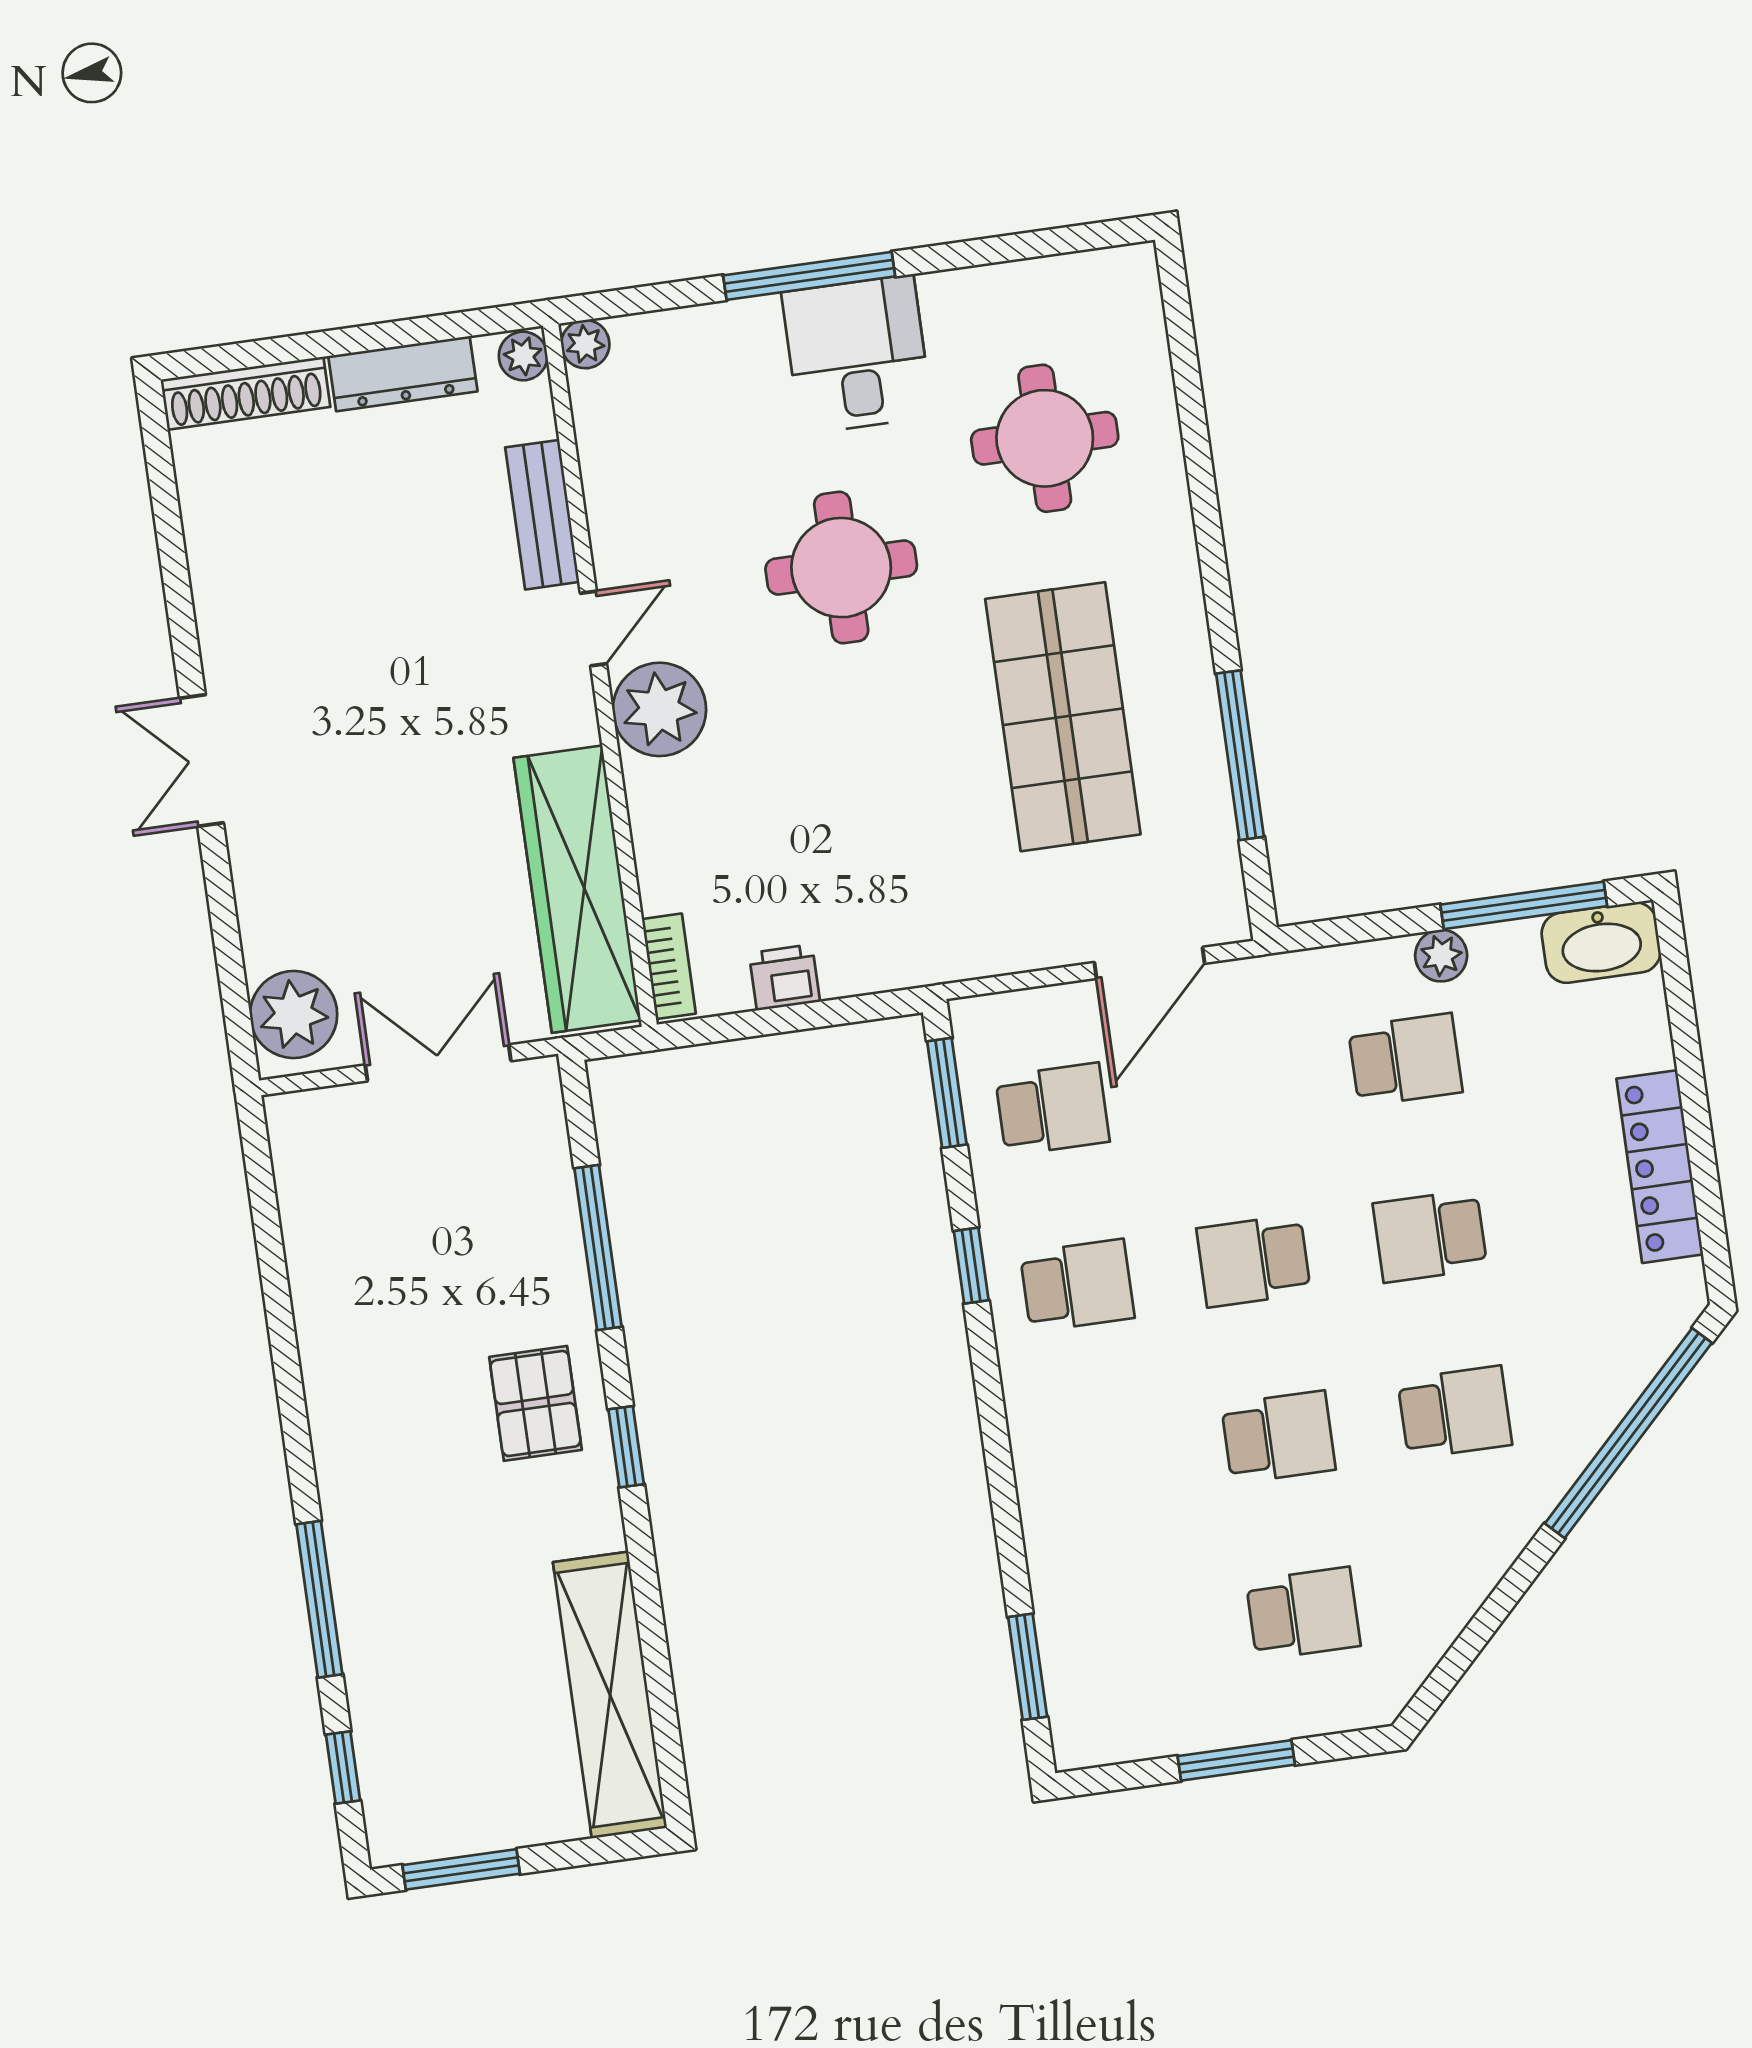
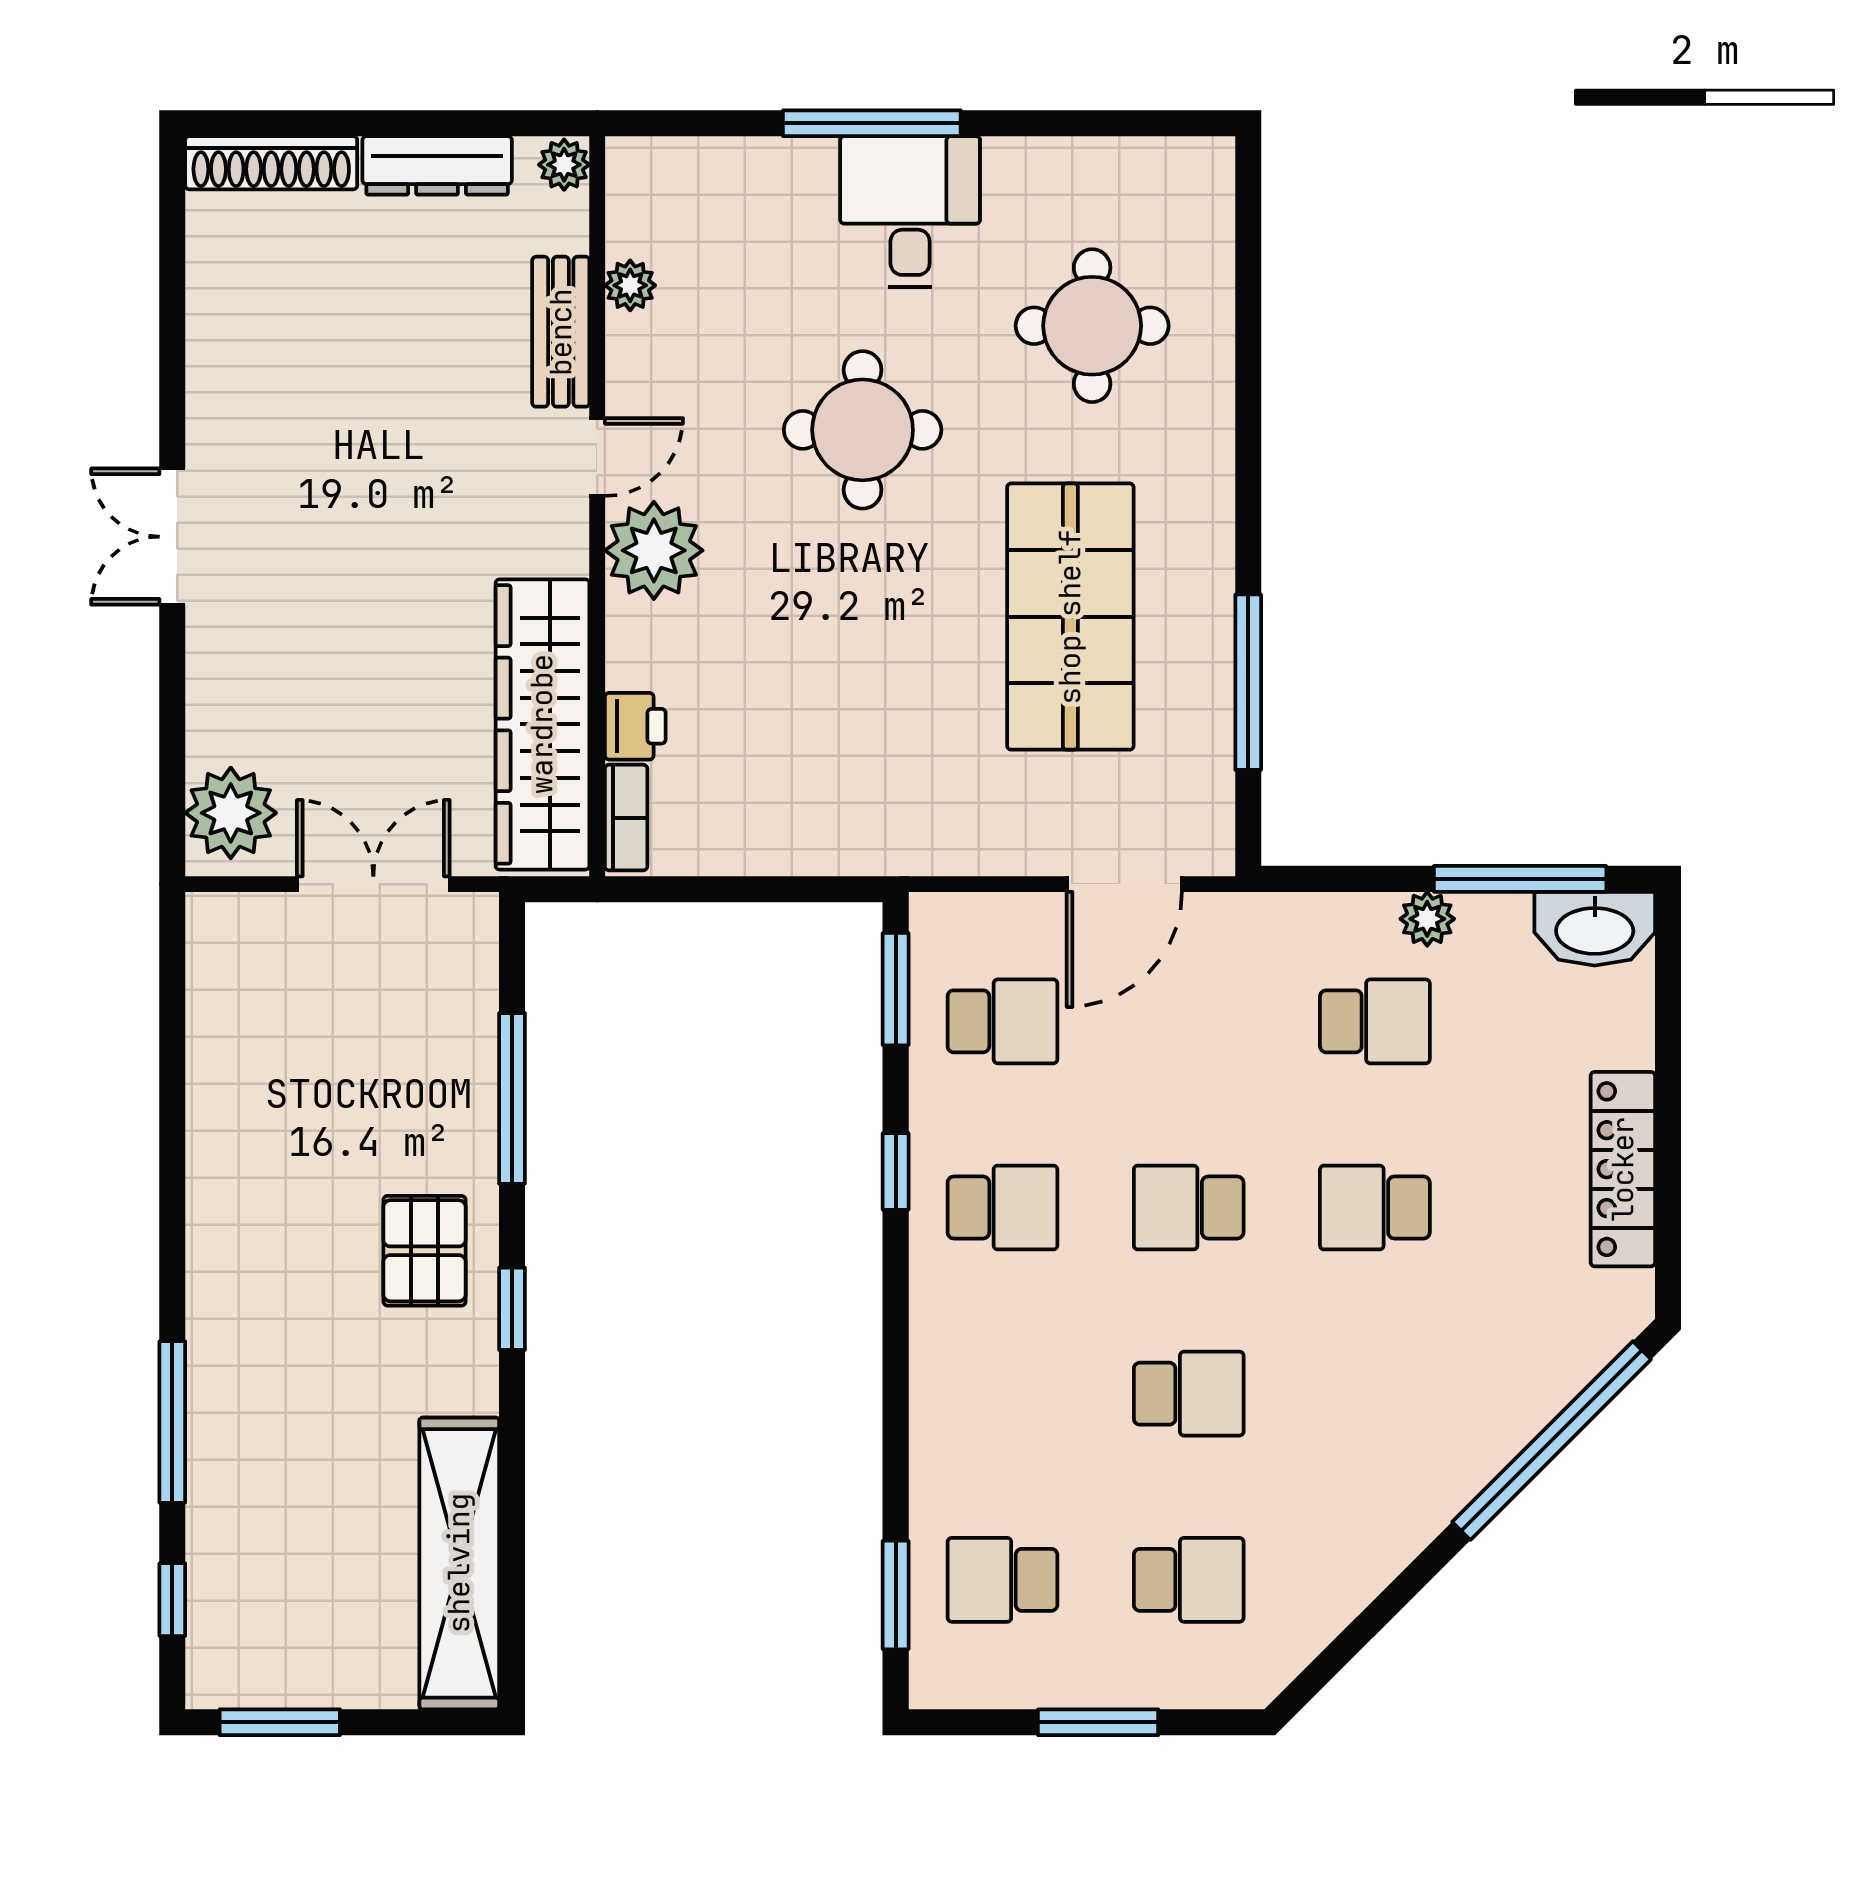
plant: (585, 344) -> (630, 285), moved
printer: (785, 977) -> (635, 726), moved, turned 90
school desk: (1455, 1412) -> (1002, 1580), moved, turned 180

